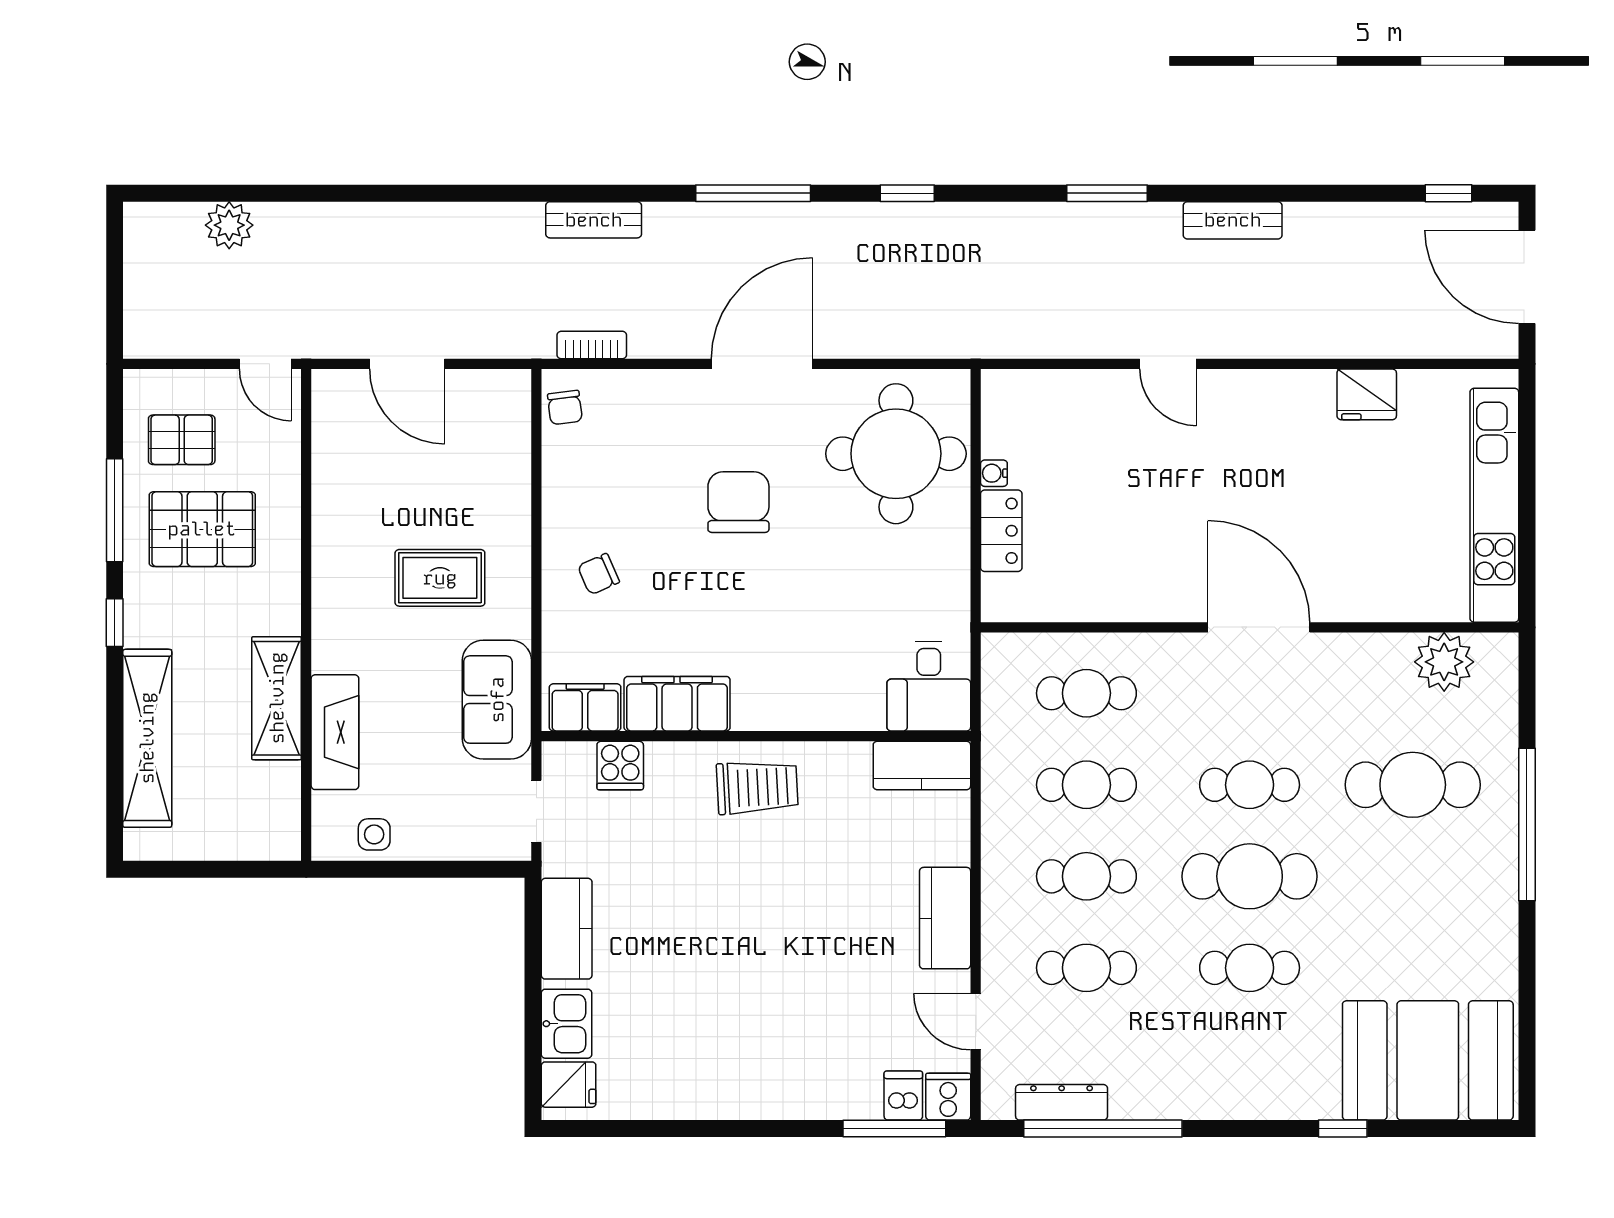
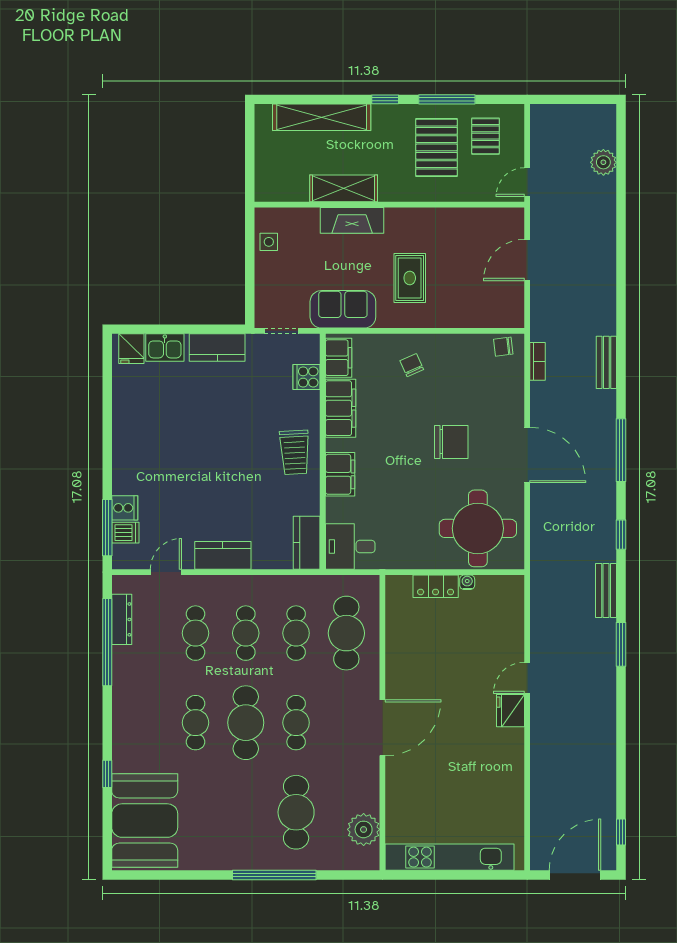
bench: (1233, 220) -> (606, 591), moved
fridge: (1367, 394) -> (510, 711), moved
cafe table: (1086, 693) -> (346, 633), width x1.37, depth x1.35
filing cabinet: (797, 705) -> (340, 474), added
fireplace: (335, 732) -> (352, 220), moved
cooker: (948, 1097) -> (125, 508), moved

